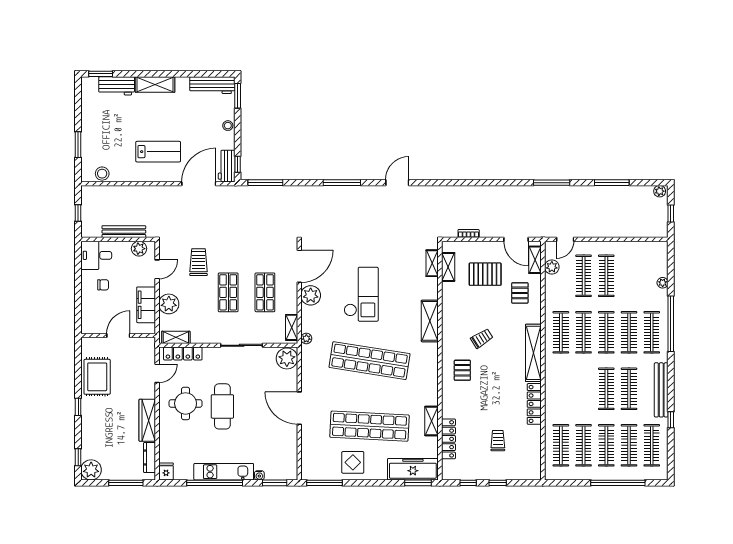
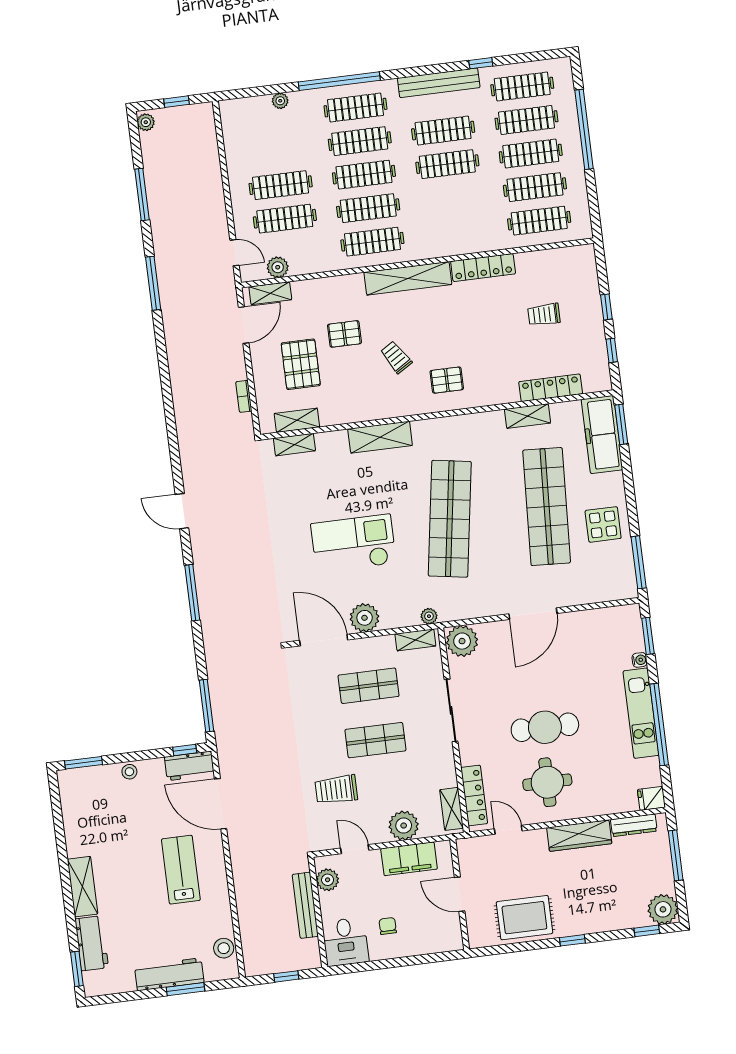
workbench: (212, 85) -> (169, 974), moved, turned -90
pallet: (520, 293) -> (344, 334), moved

